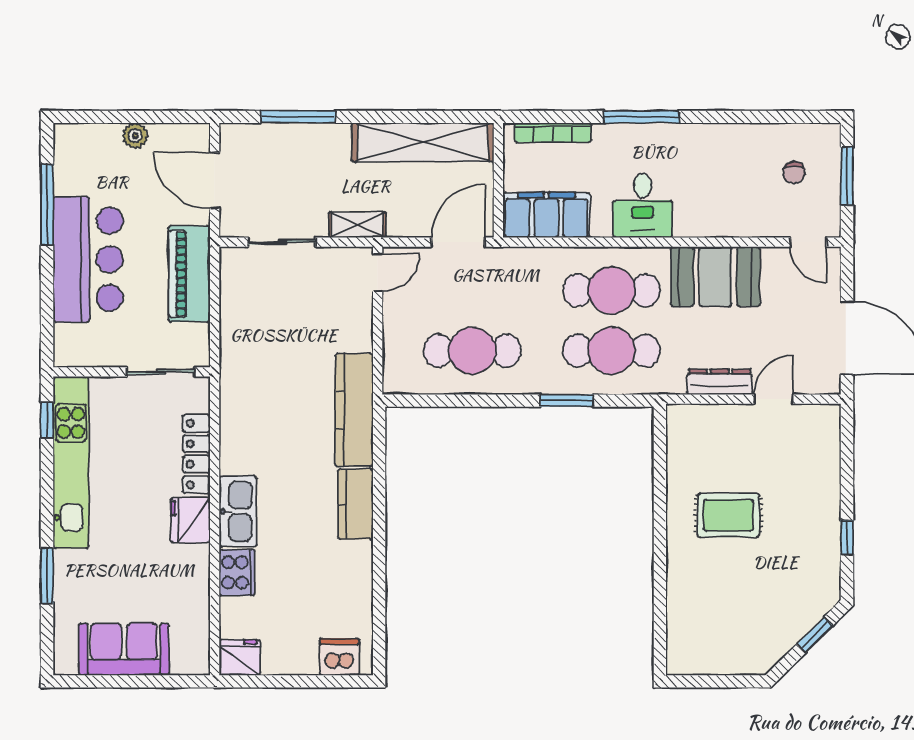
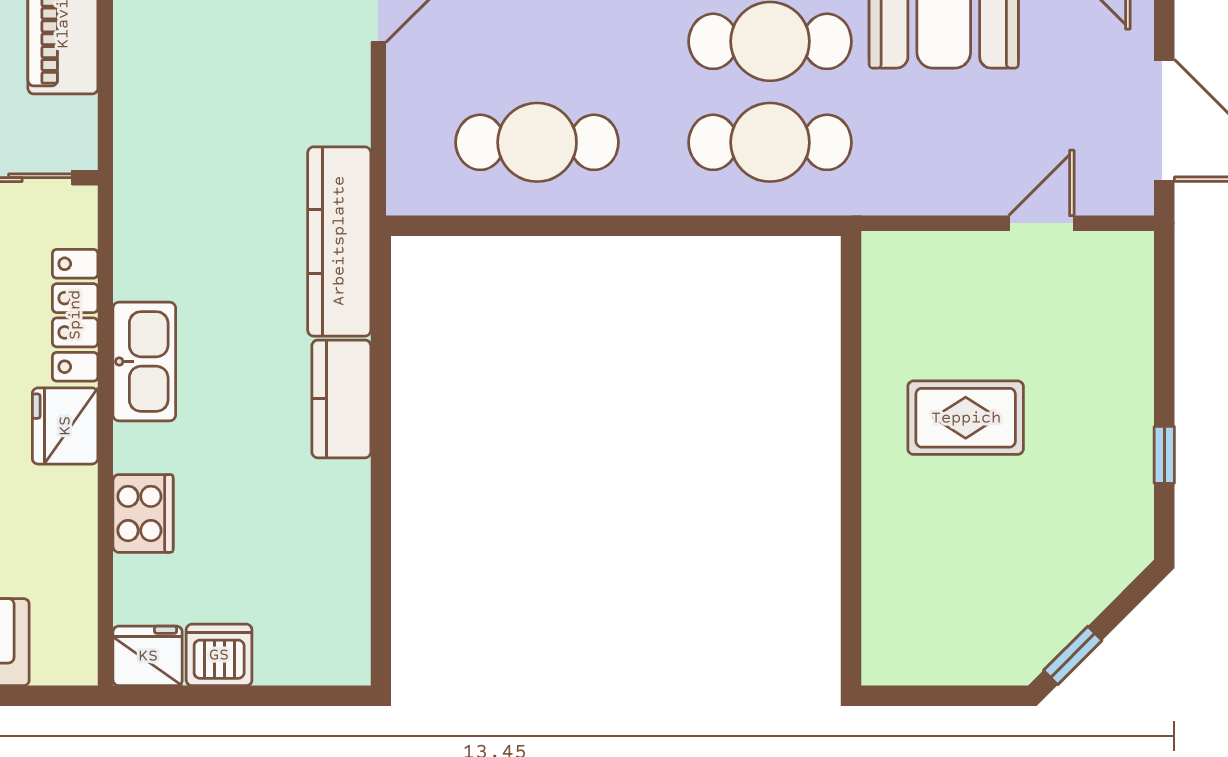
dresser: (720, 382) -> (951, 194), removed
window: (567, 401) -> (695, 226), removed
kitchen sink: (238, 511) -> (144, 361), moved
window: (815, 635) -> (1073, 655), moved
dishwasher: (339, 657) -> (219, 655), moved

